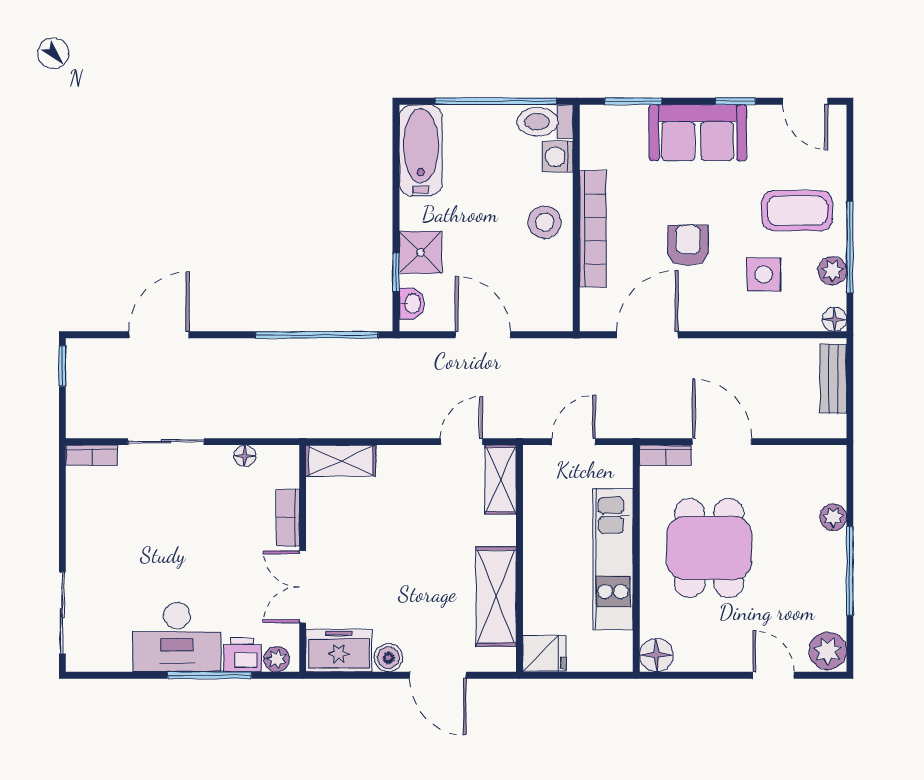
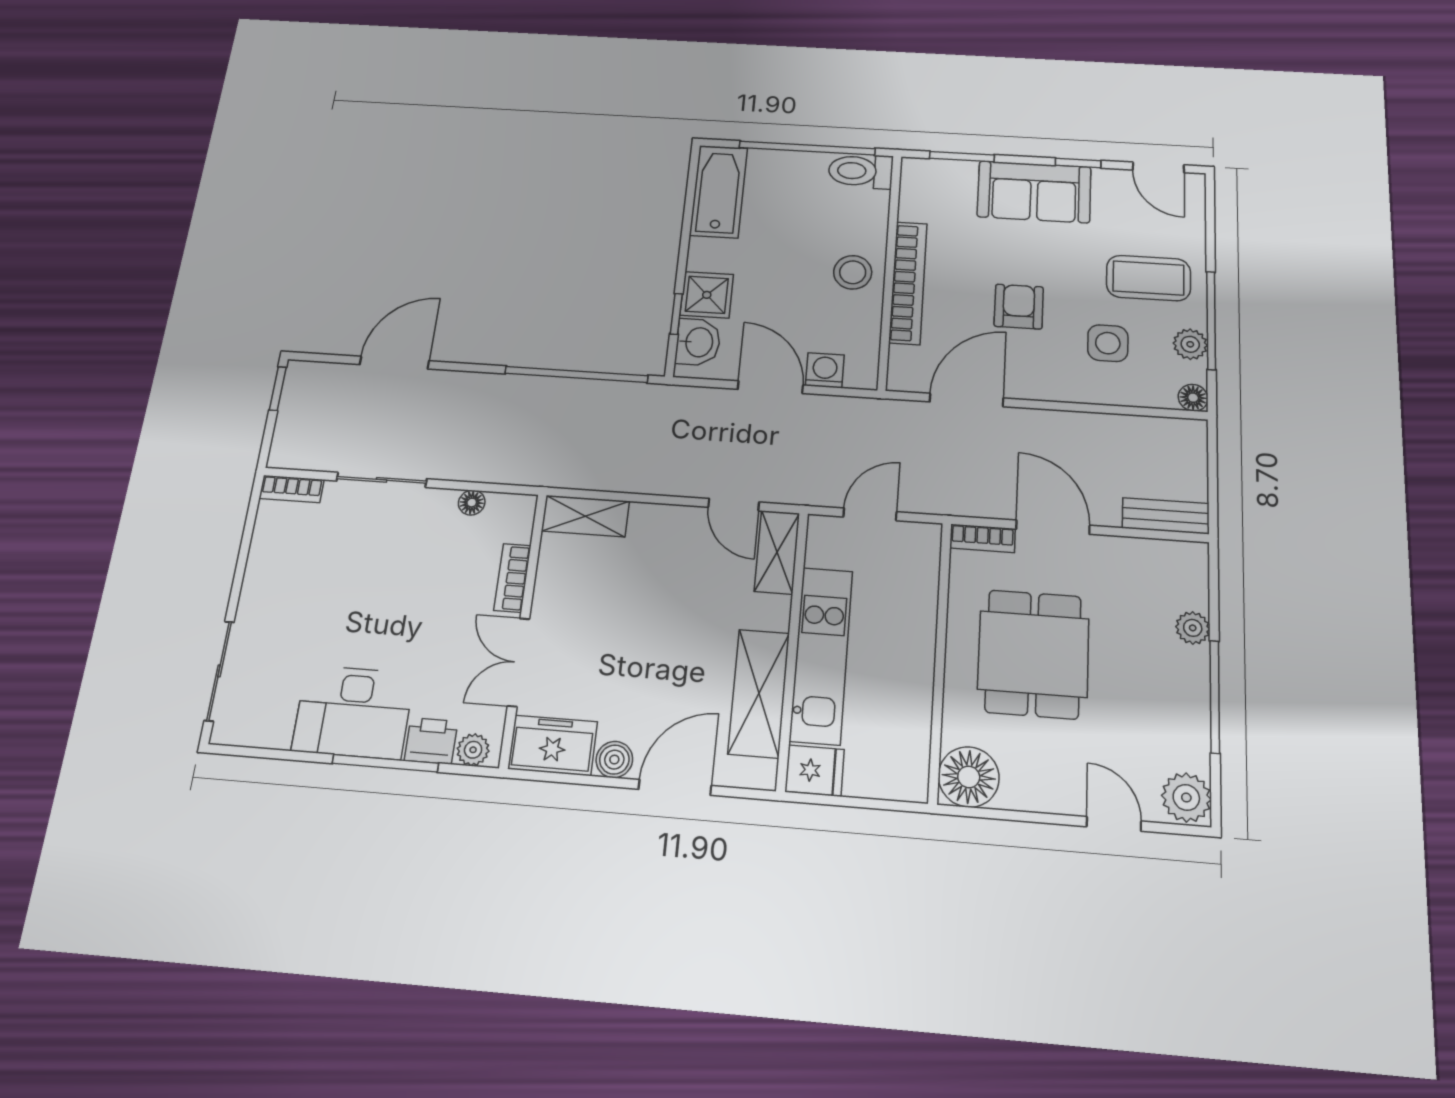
washing machine: (558, 157) -> (825, 370), moved, turned 90
washbasin: (412, 303) -> (698, 342), width x1.38, depth x1.45
bench: (833, 379) -> (1166, 516), moved, turned 90
door: (462, 442) -> (734, 505), swing flipped
kitchen unit: (613, 559) -> (821, 655), moved, turned 180
floor lamp: (656, 655) -> (969, 777), width x1.38, depth x1.38
door: (438, 675) -> (675, 787), swing flipped

